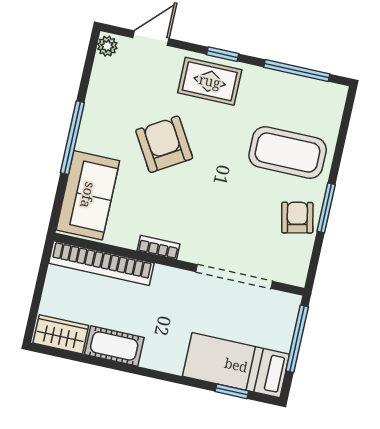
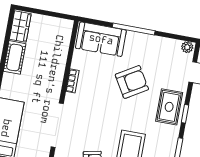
bookcase: (101, 263) -> (62, 48), removed

